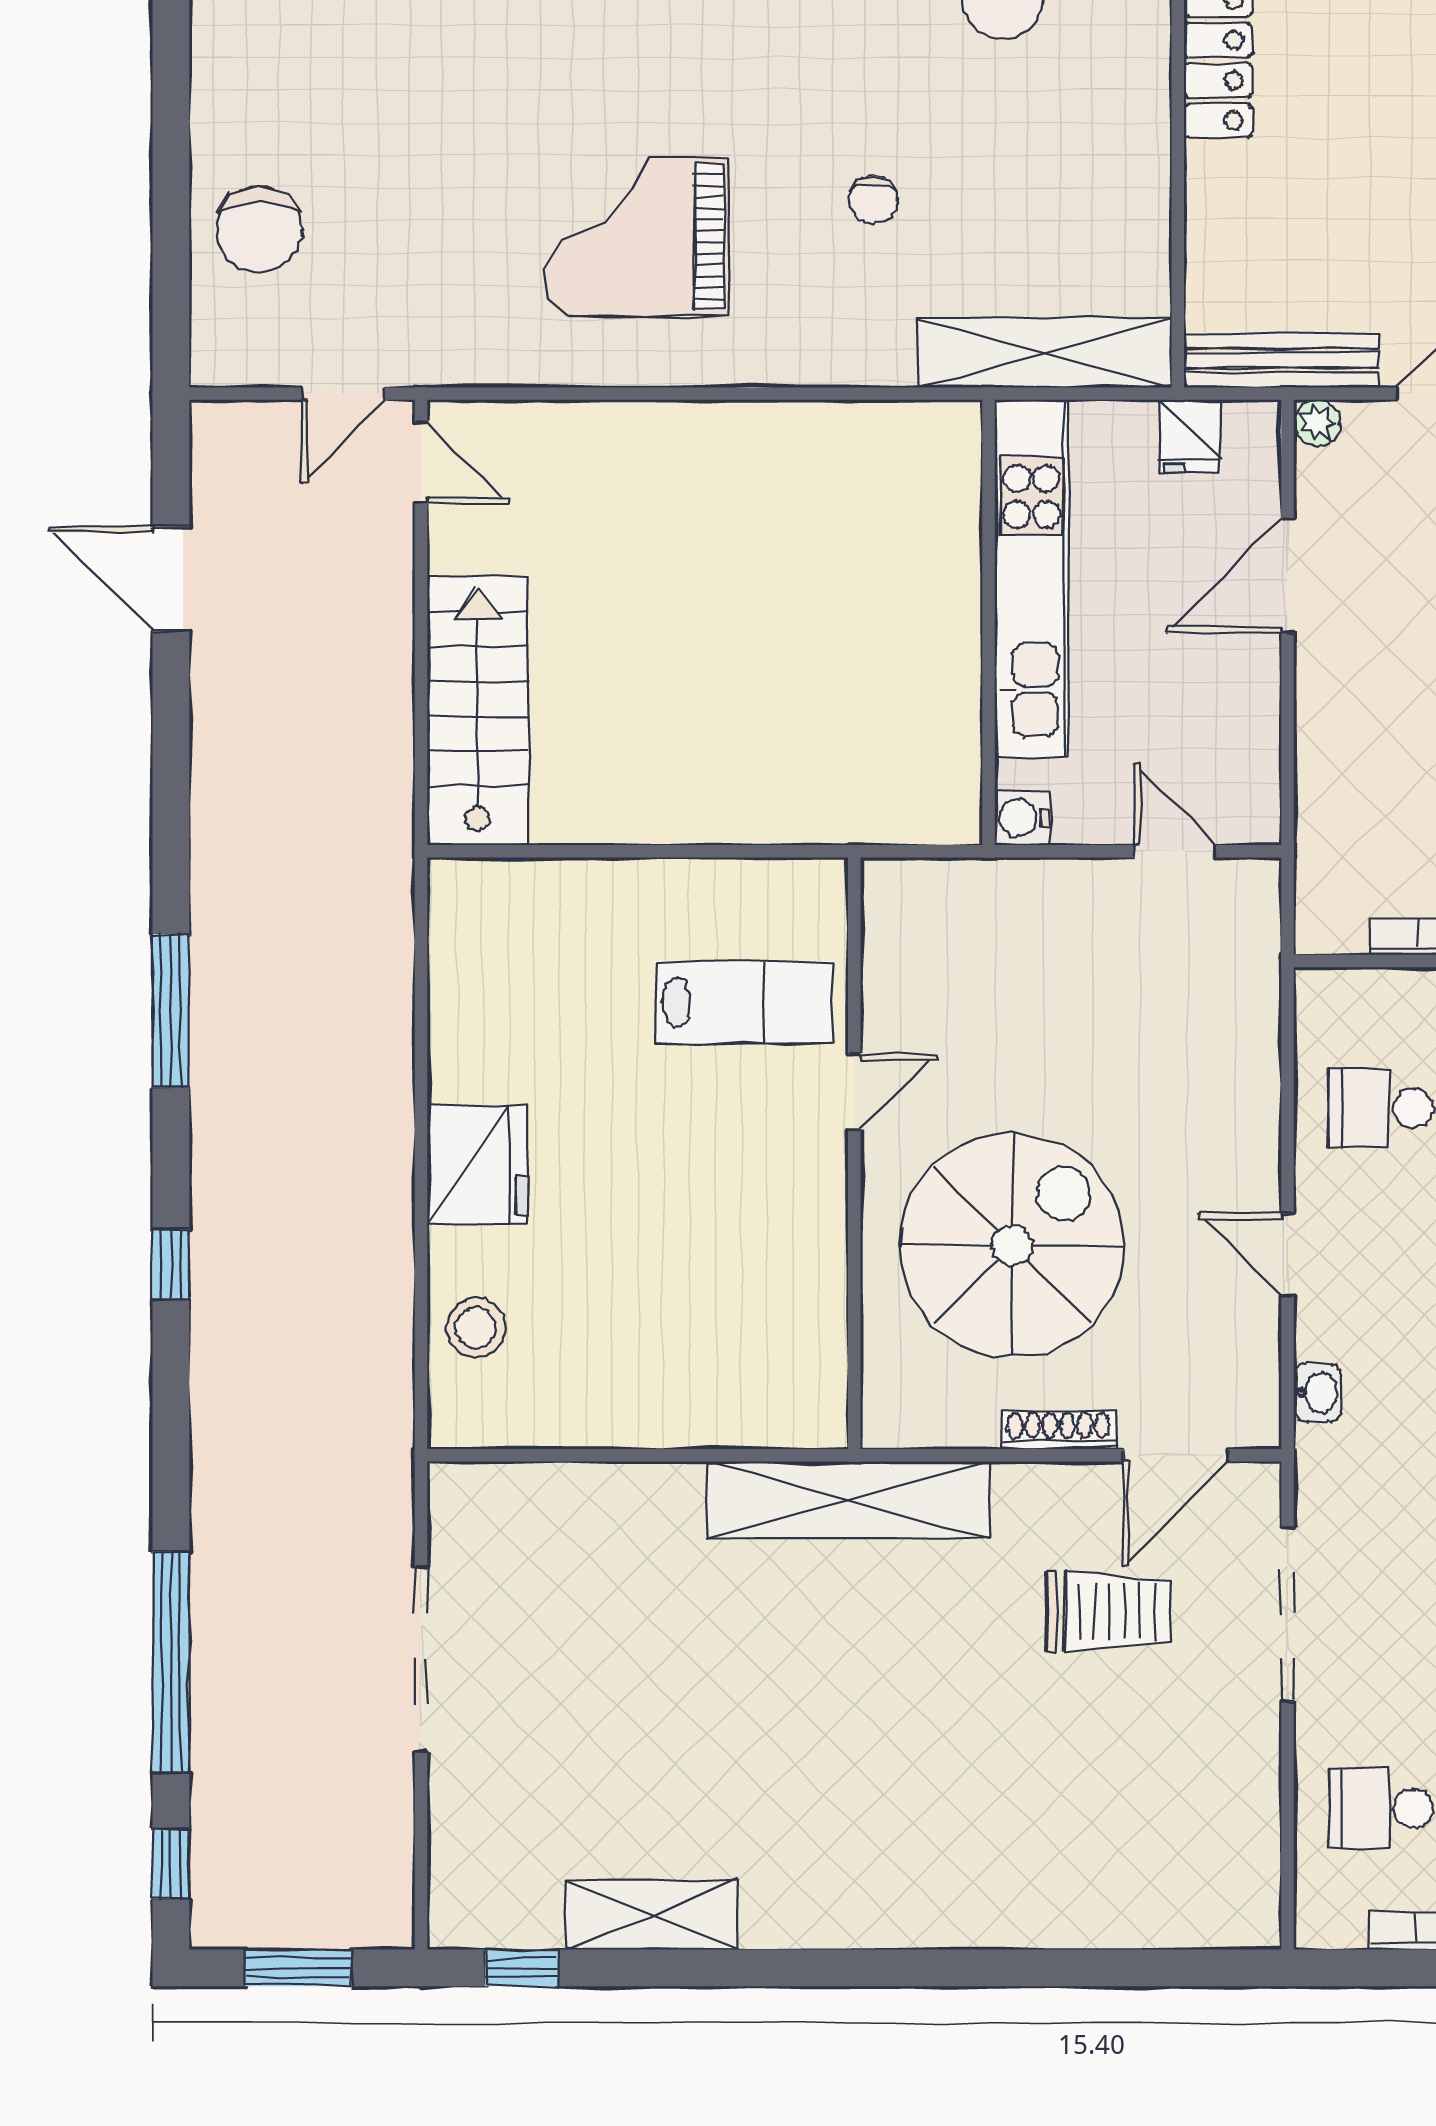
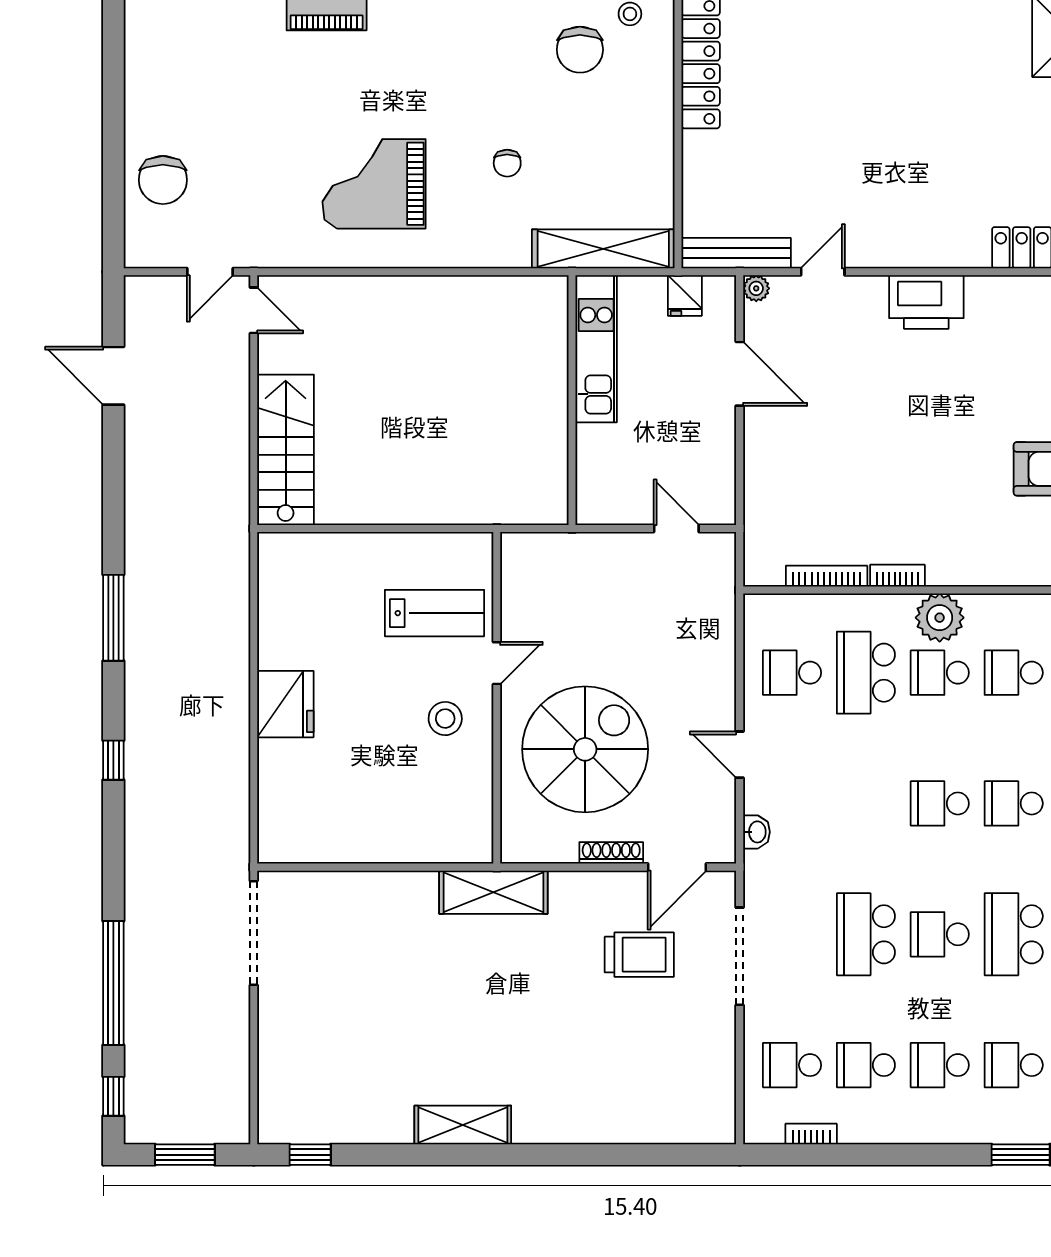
door: (1288, 576) -> (740, 374), swing flipped
kitchen unit: (1032, 579) -> (596, 349), width x0.73
water cooler: (1022, 818) -> (591, 510), removed
stool: (476, 1328) -> (445, 719), moved
shelving: (848, 1500) -> (493, 892), width x0.68
doorway: (421, 1659) -> (254, 933), moved
shelving: (652, 1915) -> (463, 1125), moved

